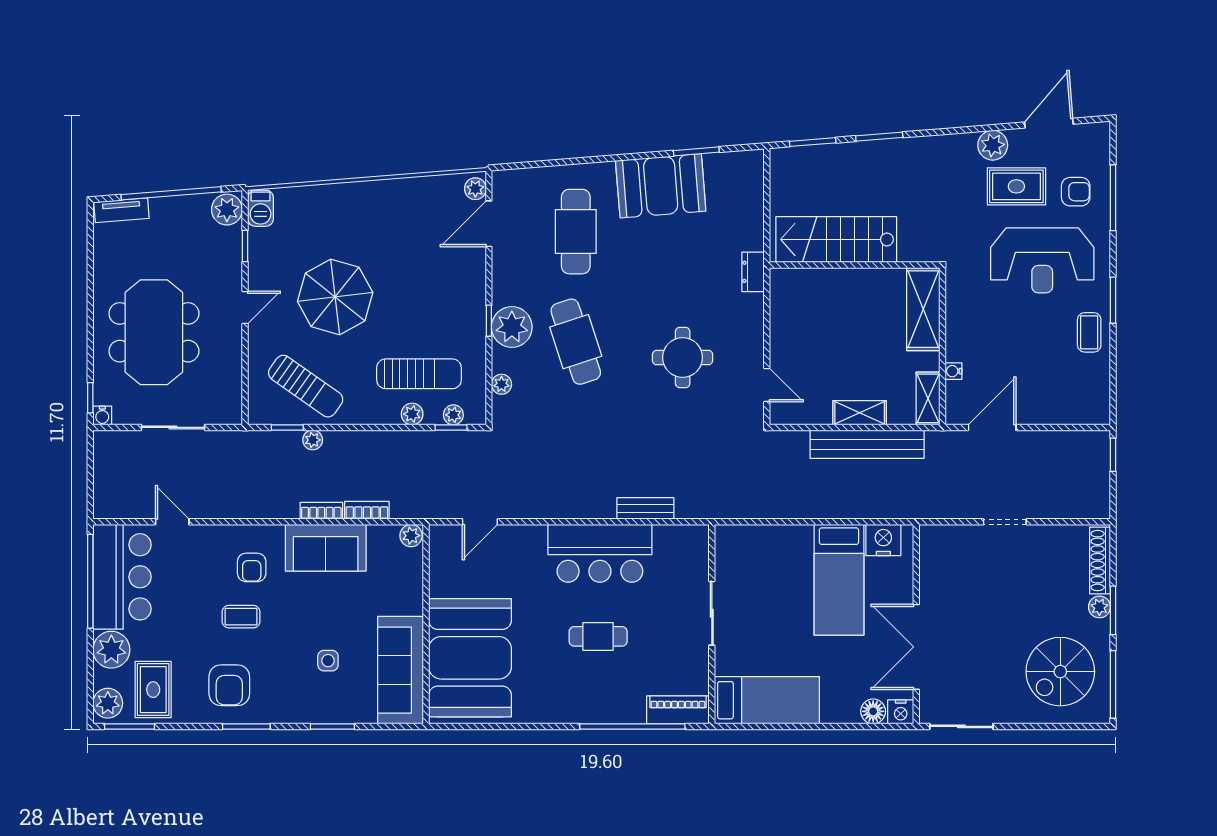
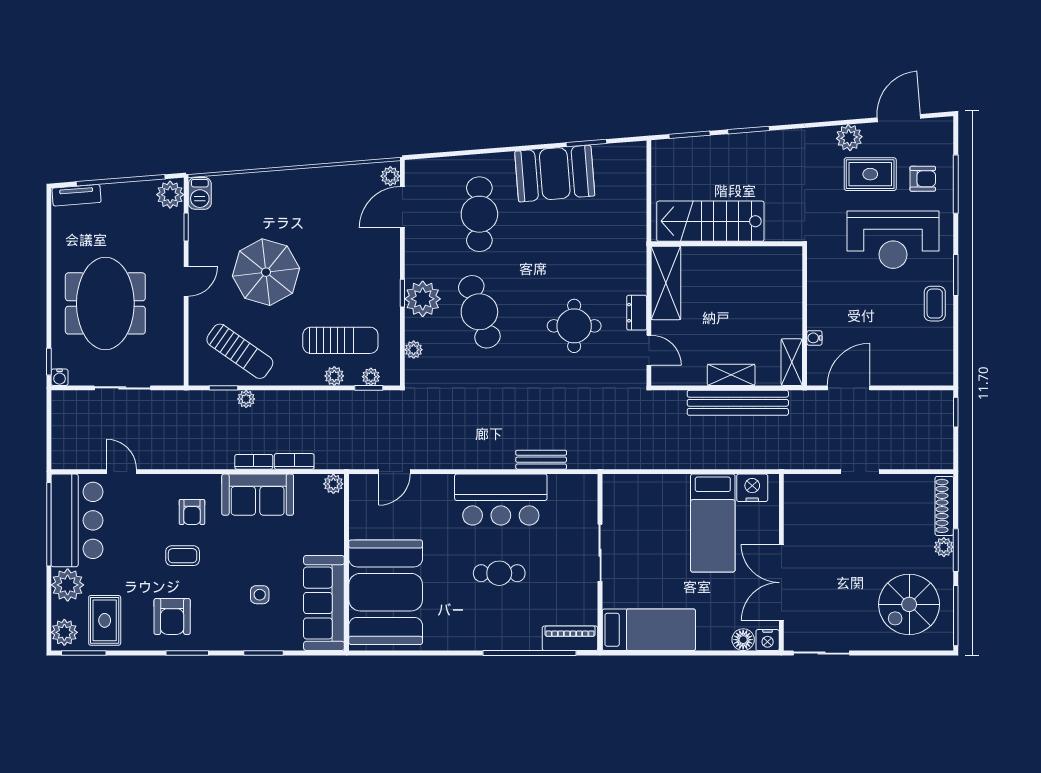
dresser: (753, 272) -> (637, 313), moved
shelving: (923, 309) -> (666, 283), moved

